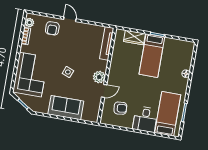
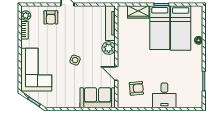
plant: (99, 77) -> (109, 48), moved
door: (104, 91) -> (116, 73), swing flipped
sofa: (66, 108) -> (98, 98), moved
bed: (168, 114) -> (181, 28), moved, turned 180

